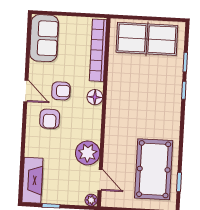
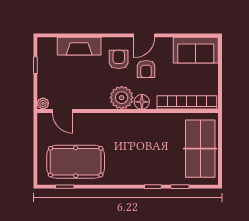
armchair: (50, 119) -> (119, 59), turned 90
plant: (88, 153) -> (122, 98), moved
fireplace: (32, 180) -> (79, 46), moved
door: (100, 180) -> (63, 111), hinge flipped

